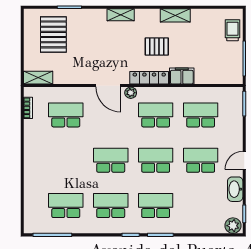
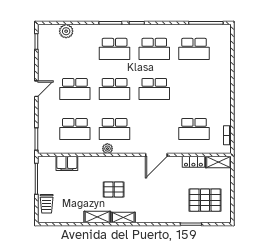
shelving: (121, 15) -> (123, 218), moved
pallet: (53, 34) -> (205, 200), turned 90
filing cabinet: (182, 76) -> (67, 163), moved
locker: (149, 78) -> (193, 162), moved, width x0.66
door: (108, 86) -> (156, 155), swing flipped
plant: (131, 93) -> (107, 149), moved
washbasin: (235, 189) -> (44, 63), removed
plant: (233, 226) -> (66, 31), moved

